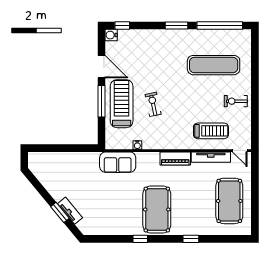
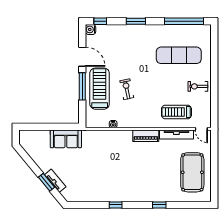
window: (177, 25) -> (136, 21), moved
treadmill: (211, 131) -> (176, 112), turned 180
sofa: (118, 162) -> (66, 139), moved
pool table: (157, 210) -> (130, 180), removed

